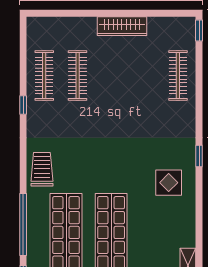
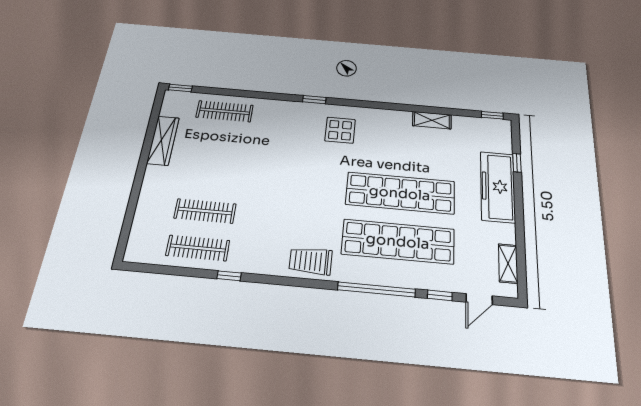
wardrobe: (122, 26) -> (163, 140), moved

